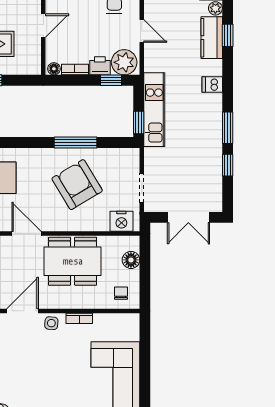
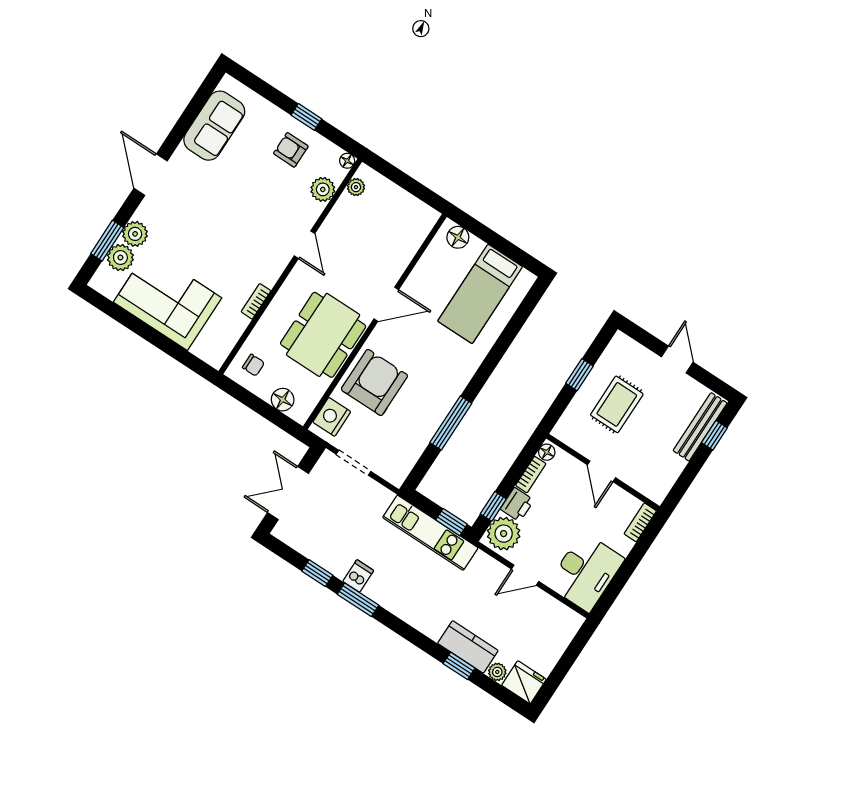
dishwasher: (212, 84) -> (358, 576), moved
window: (139, 122) -> (452, 522), moved
armchair: (77, 185) -> (374, 383), moved, turned -59
door: (23, 311) -> (305, 245), width x0.73
side table: (51, 323) -> (271, 267), removed

